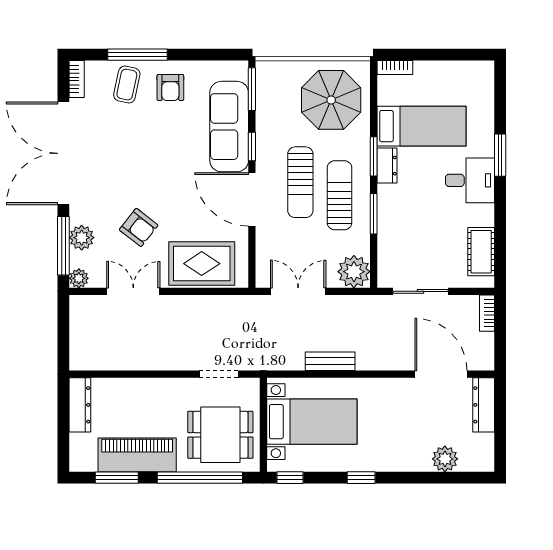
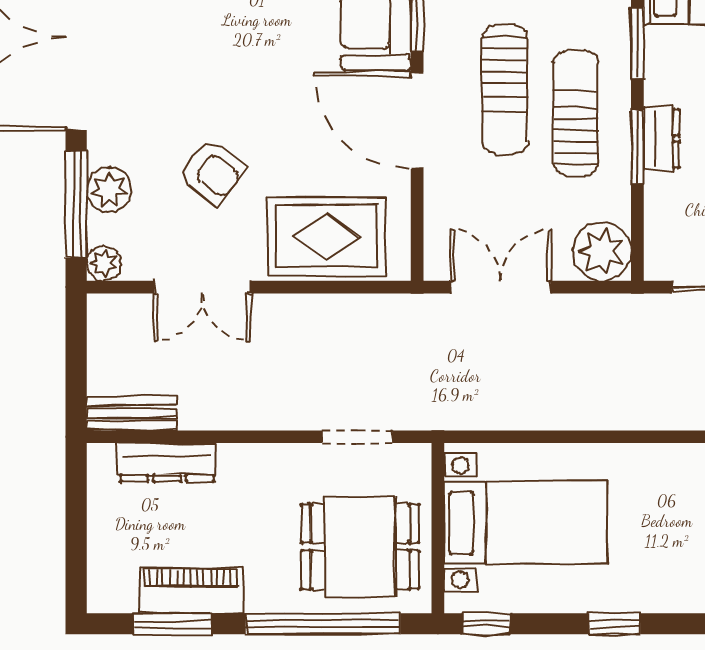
dresser: (387, 166) -> (662, 139), moved
double door: (133, 291) -> (203, 287), swing flipped
bench: (330, 361) -> (131, 413), moved
dresser: (80, 405) -> (167, 462), moved, turned 90
piano: (137, 455) -> (191, 590), width x0.73, depth x0.75

